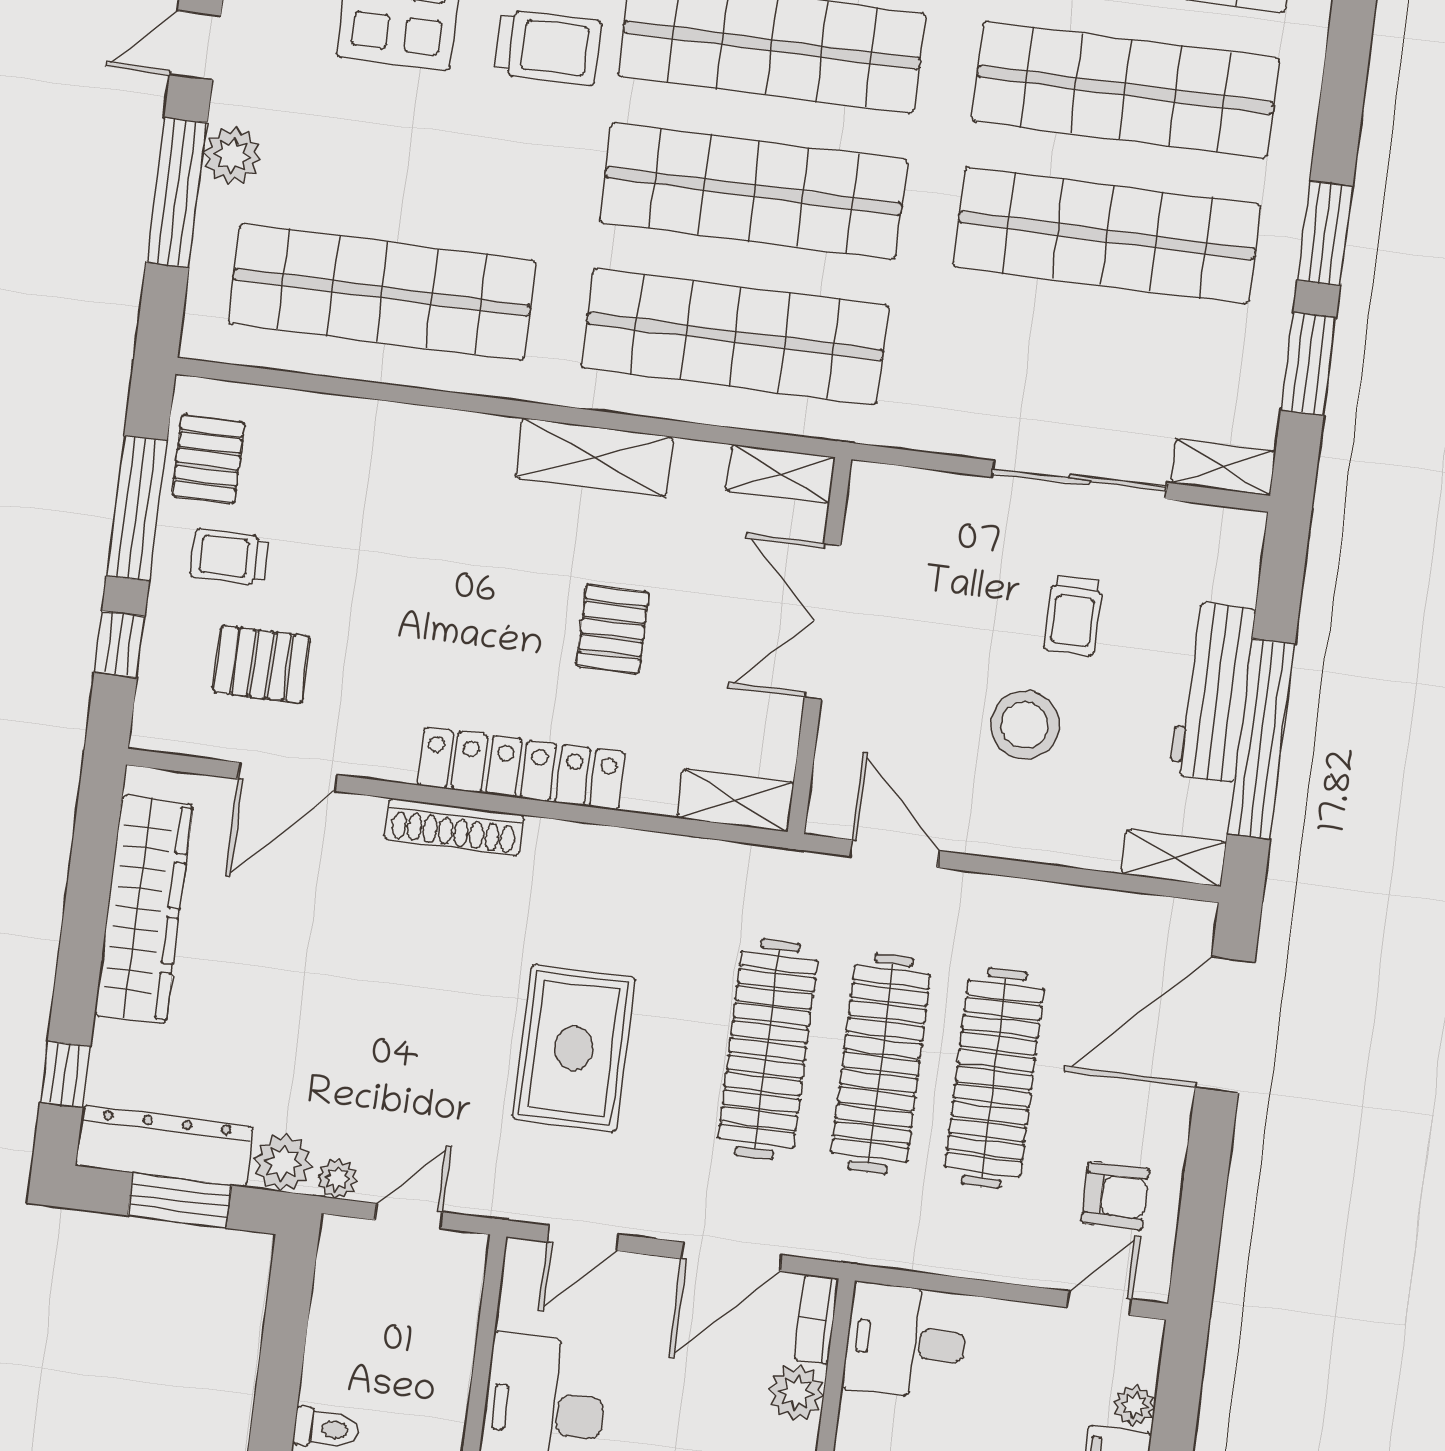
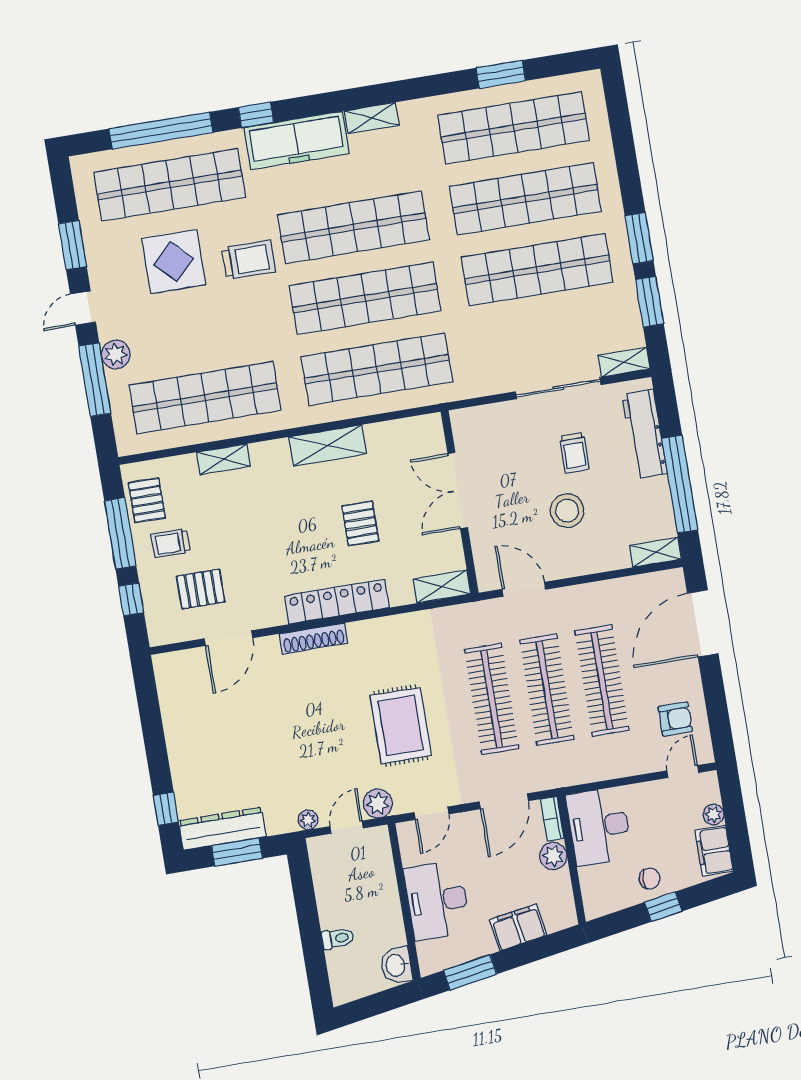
shelving: (781, 474) -> (223, 459), moved
workbench: (1212, 692) -> (645, 434), moved
wardrobe: (144, 910) -> (180, 721), removed
plant: (283, 1162) -> (378, 804), moved
desk: (906, 1341) -> (599, 826), width x1.37

